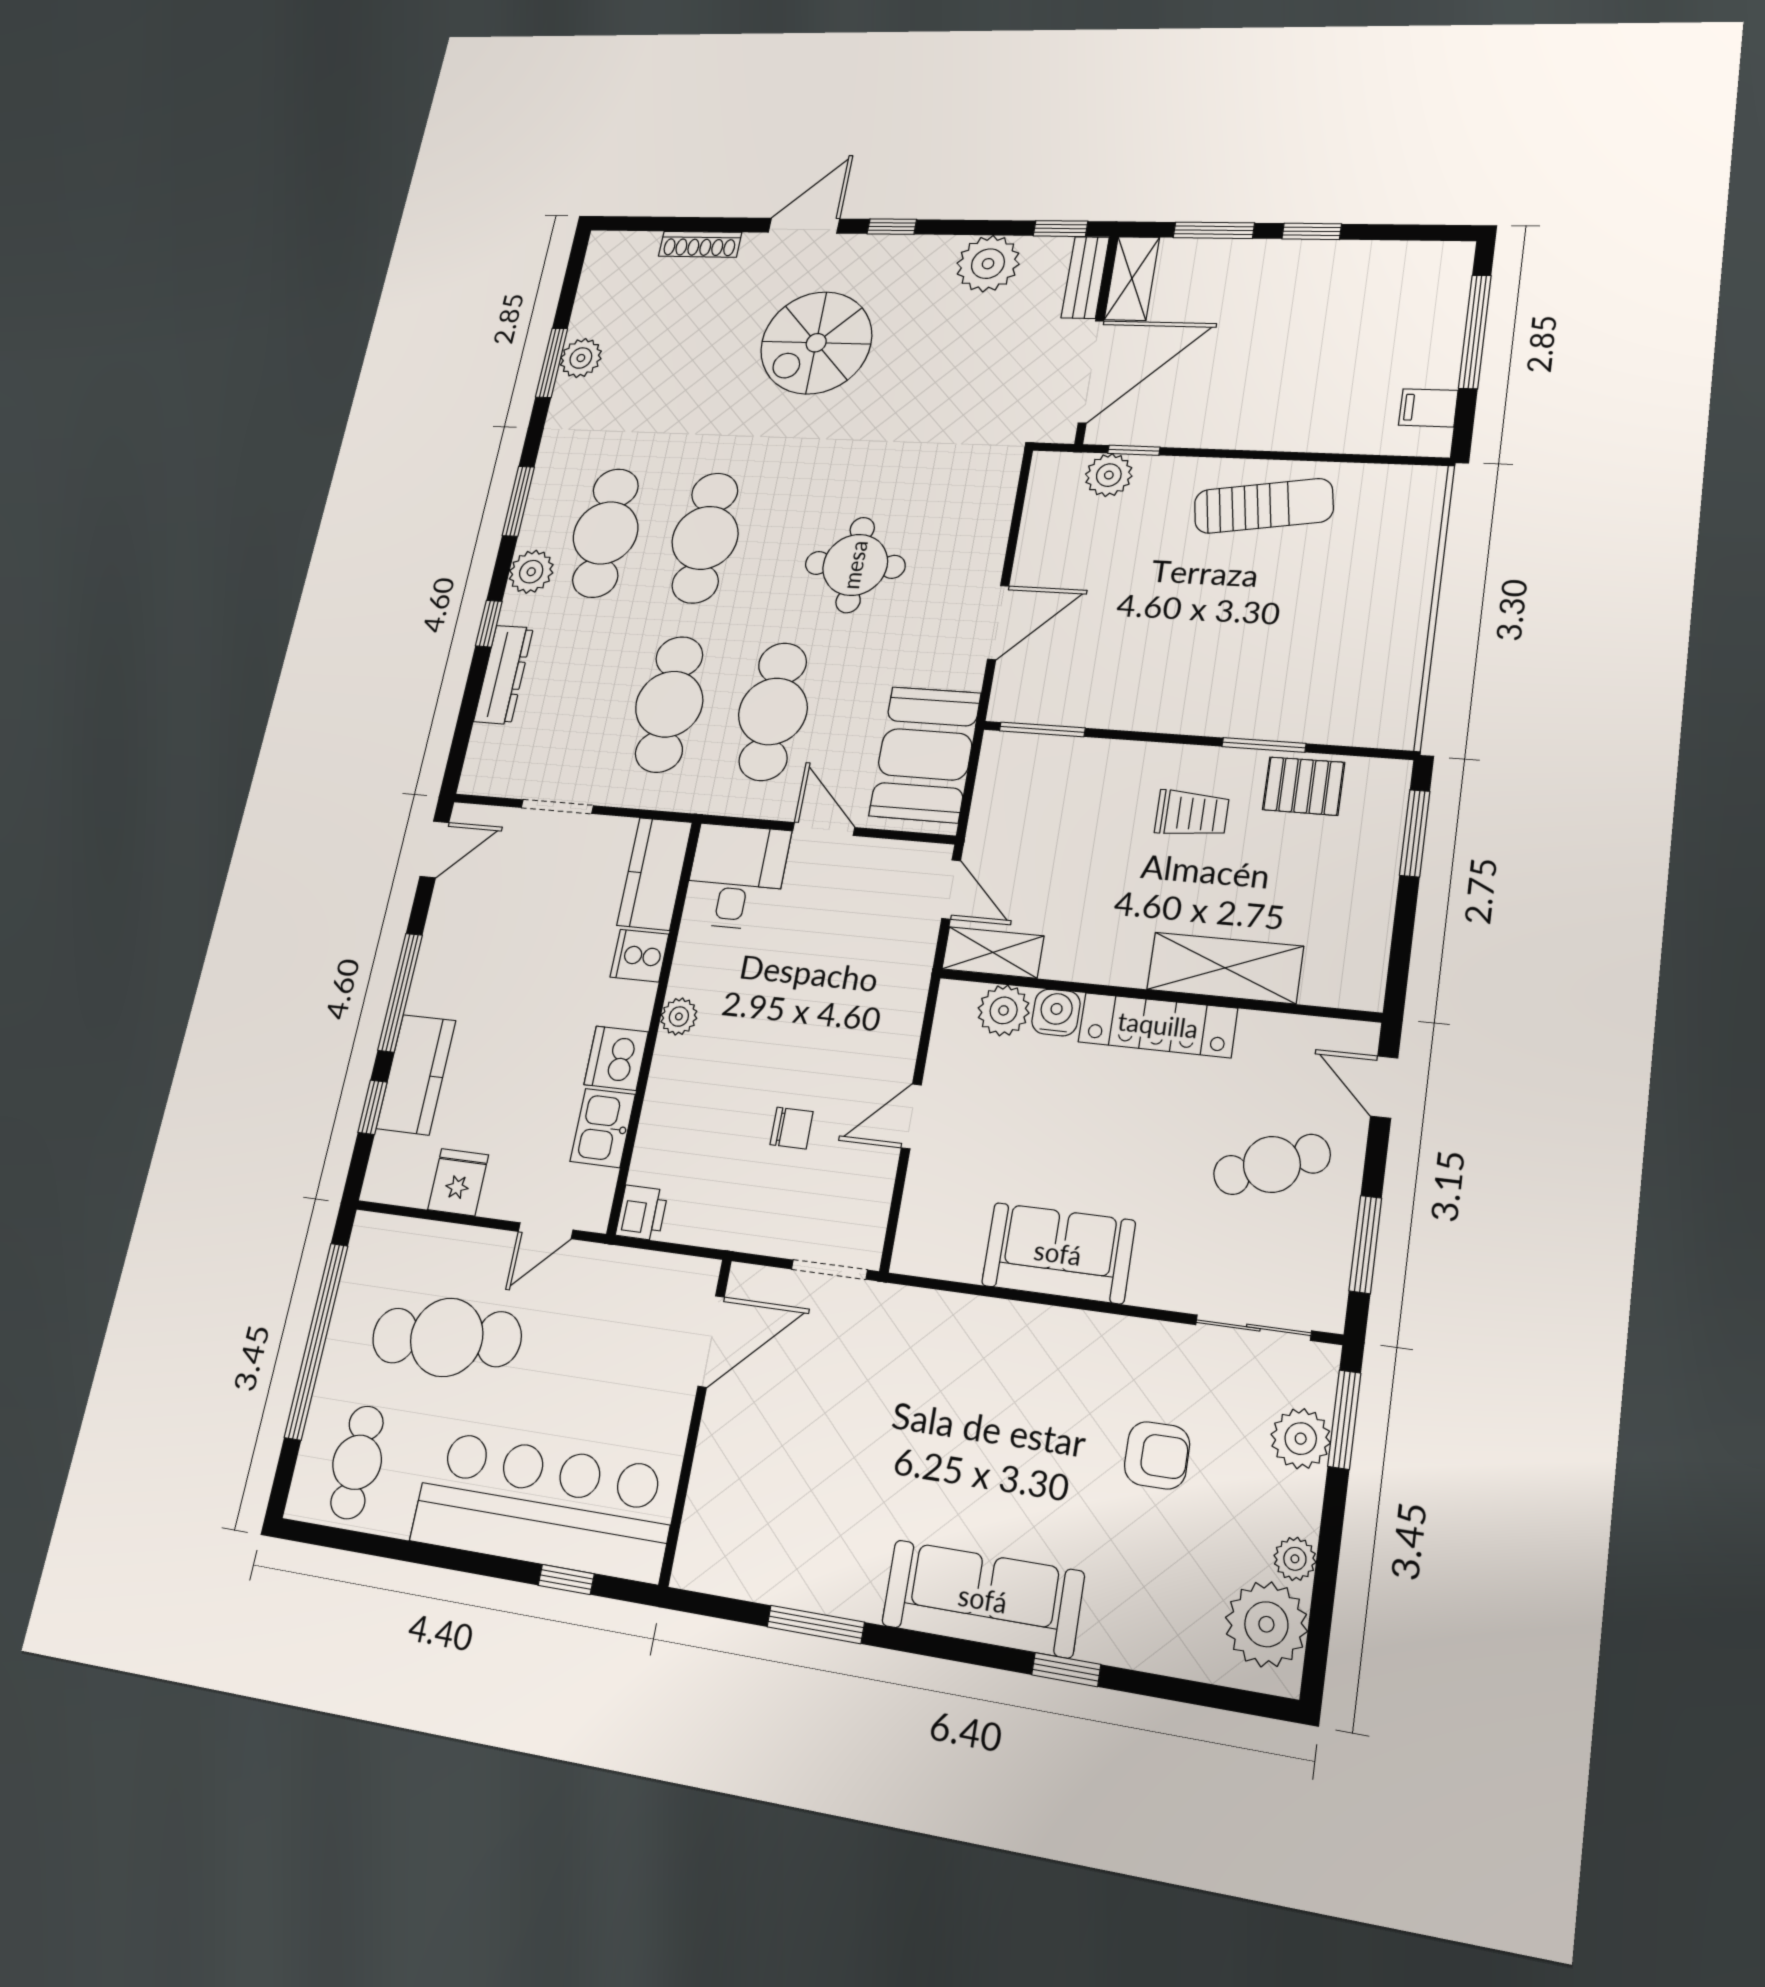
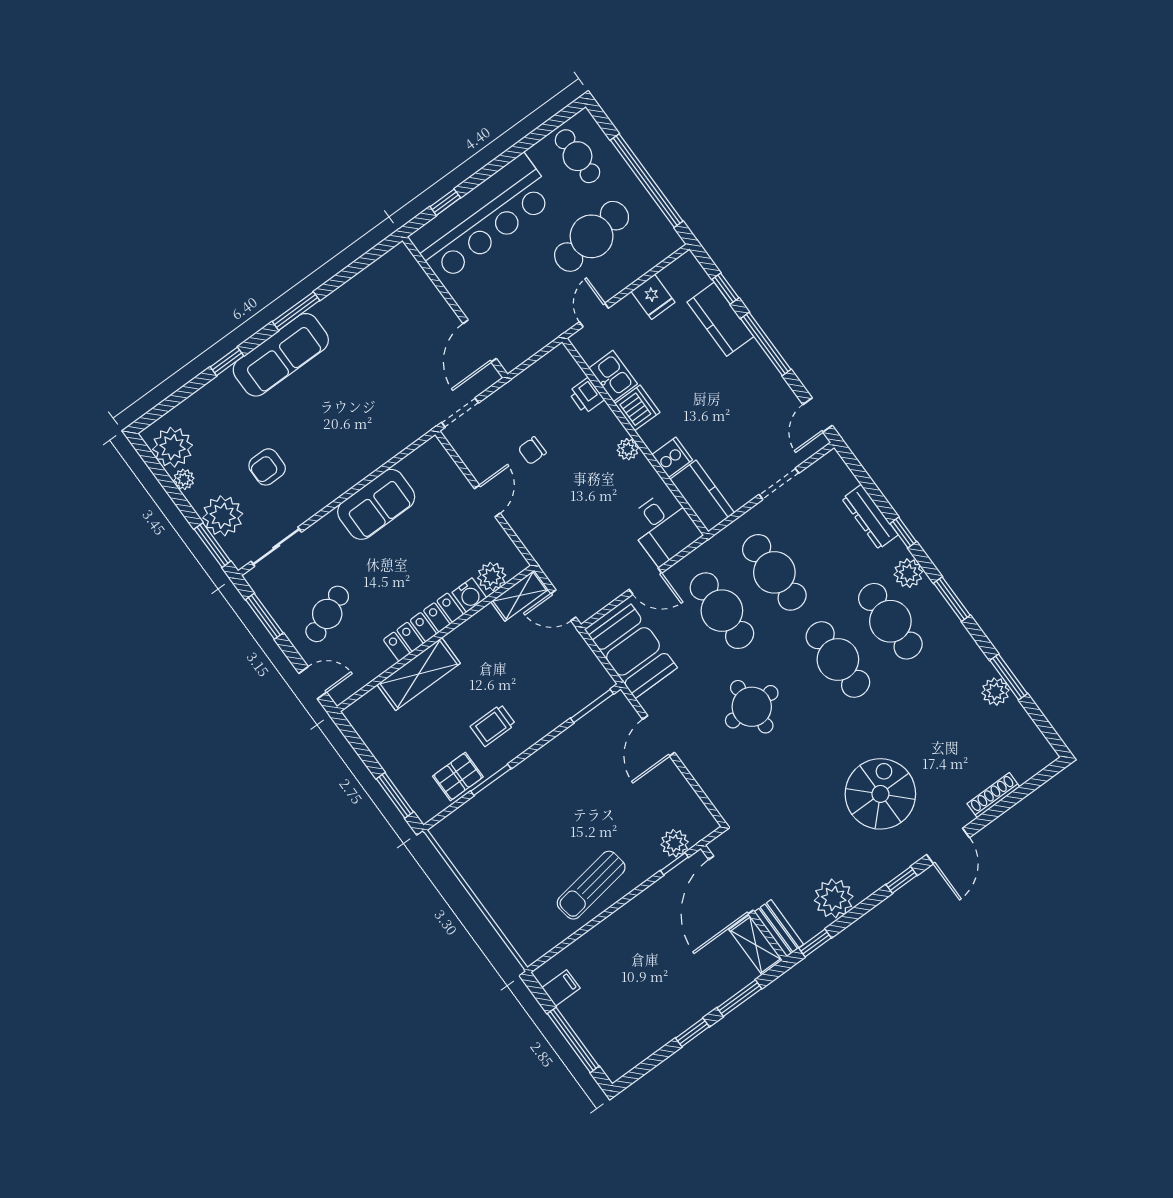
printer: (642, 1213) -> (586, 396), moved
plant: (1301, 1439) -> (223, 516), width x1.36, depth x1.36
window: (816, 1624) -> (296, 311), moved

